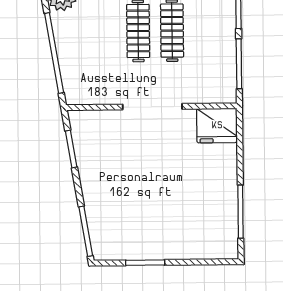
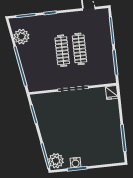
fridge: (217, 126) -> (112, 92), width x0.53, depth x0.75
plant: (105, 243) -> (56, 161), added
water cooler: (143, 251) -> (75, 163), added

